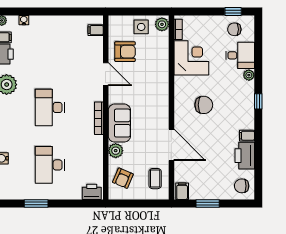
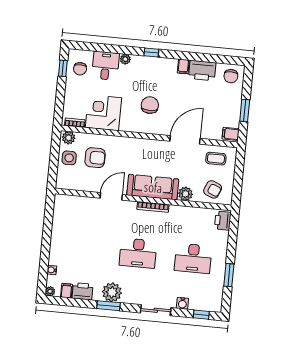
filing cabinet: (96, 30) -> (68, 202), removed
armchair: (125, 52) -> (95, 158), moved, turned 90
sofa: (119, 123) -> (153, 187), width x1.36

